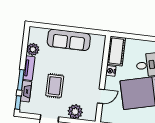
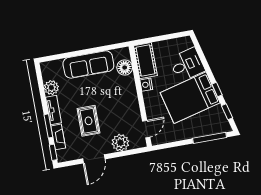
floor lamp: (98, 52) -> (125, 68), added
door: (101, 96) -> (146, 129), moved

